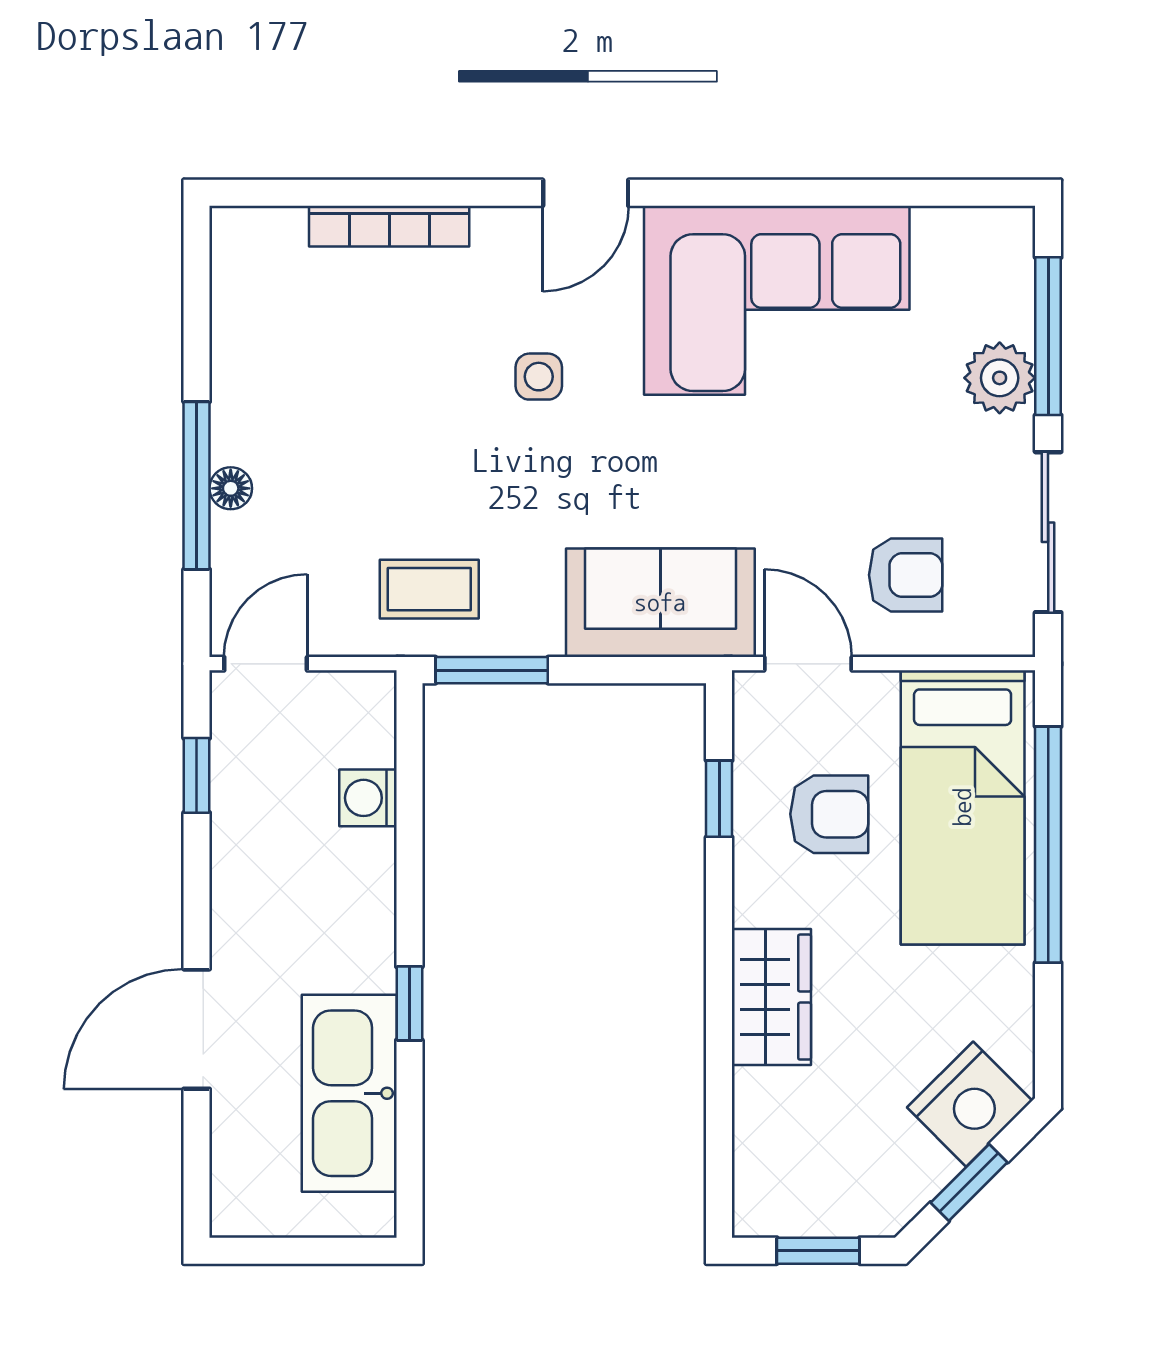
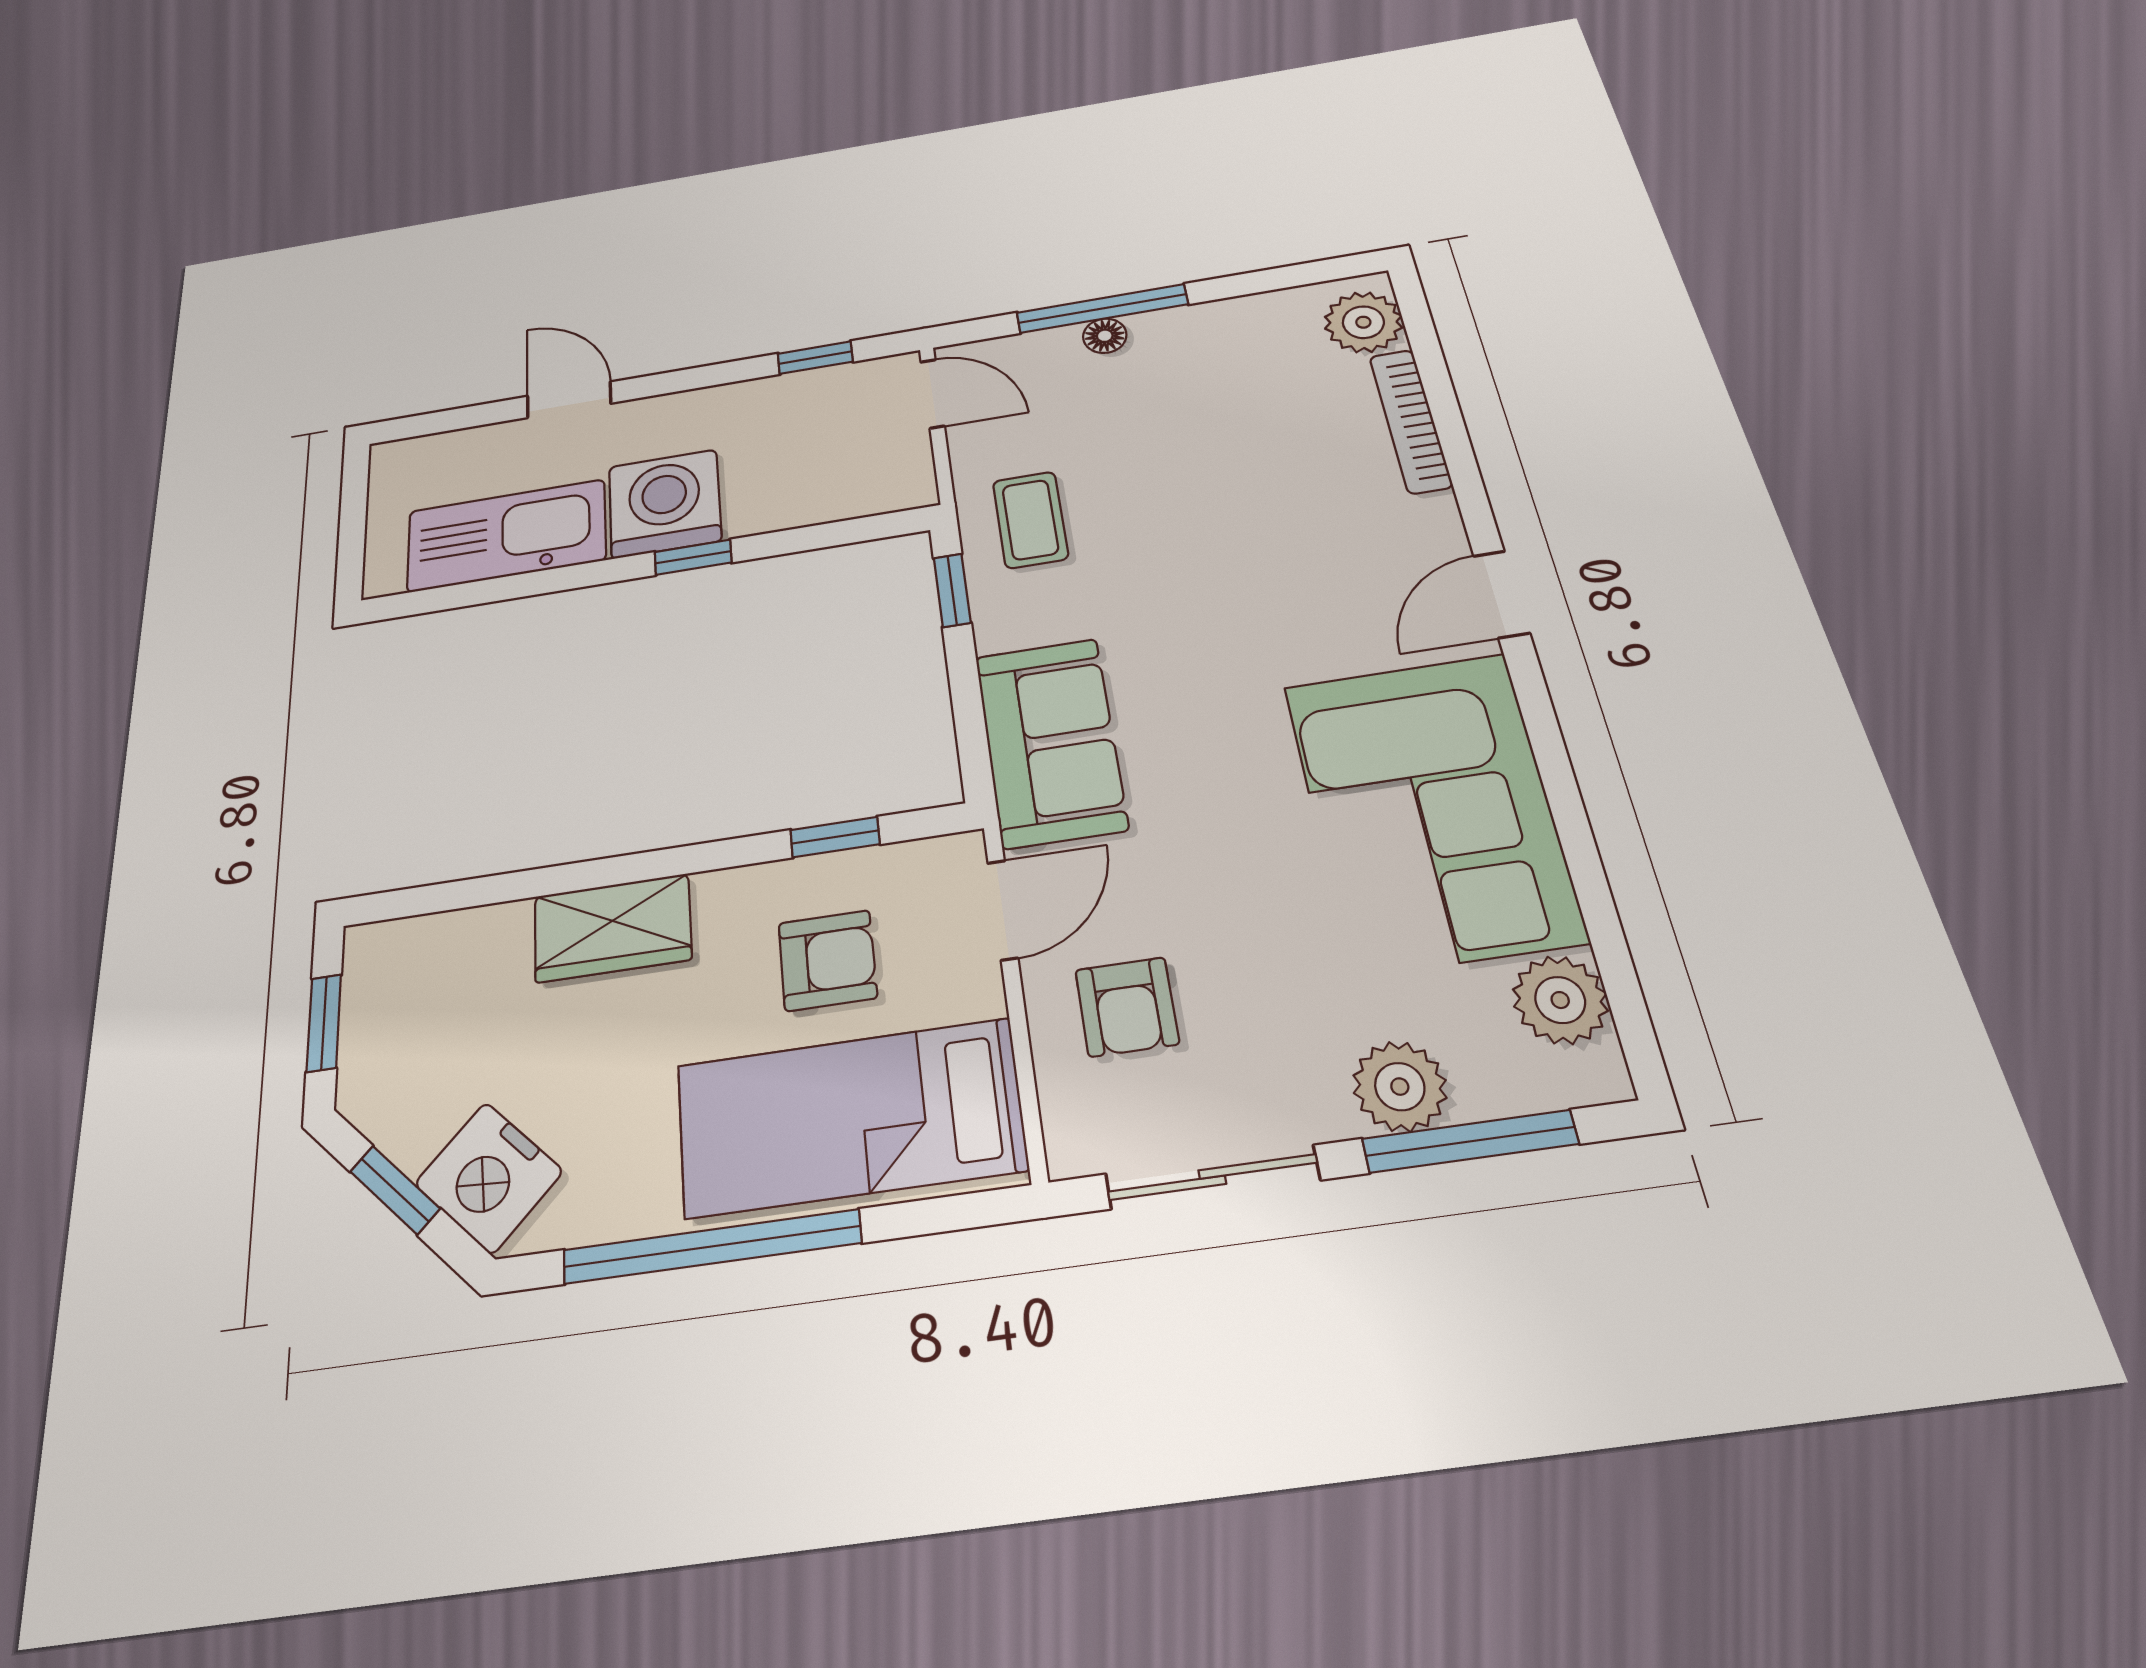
door: (586, 193) -> (1501, 594), hinge flipped
plant: (950, 242) -> (1560, 1000), added
plant: (267, 243) -> (1363, 322), added
side table: (539, 377) -> (1281, 582), removed
window: (492, 670) -> (952, 590), width x0.67
washing machine: (368, 798) -> (665, 504), moved, width x1.89, depth x1.89
armchair: (829, 814) -> (828, 960), turned -90
window: (1048, 845) -> (711, 1247), moved
window: (409, 1003) -> (693, 557), moved
door: (197, 1029) -> (569, 400), width x0.73

